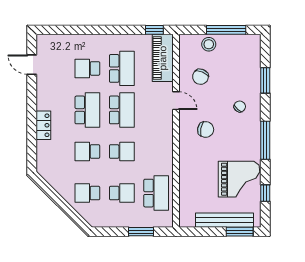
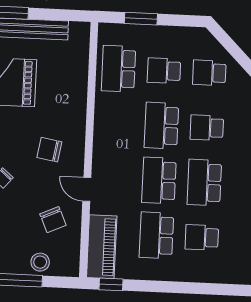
school desk: (87, 68) -> (202, 237), turned 180
chair: (200, 77) -> (53, 220), turned 133
school desk: (87, 152) -> (207, 128), turned 180
school desk: (122, 152) -> (161, 126), width x1.85
school desk: (87, 193) -> (209, 73), turned 180

